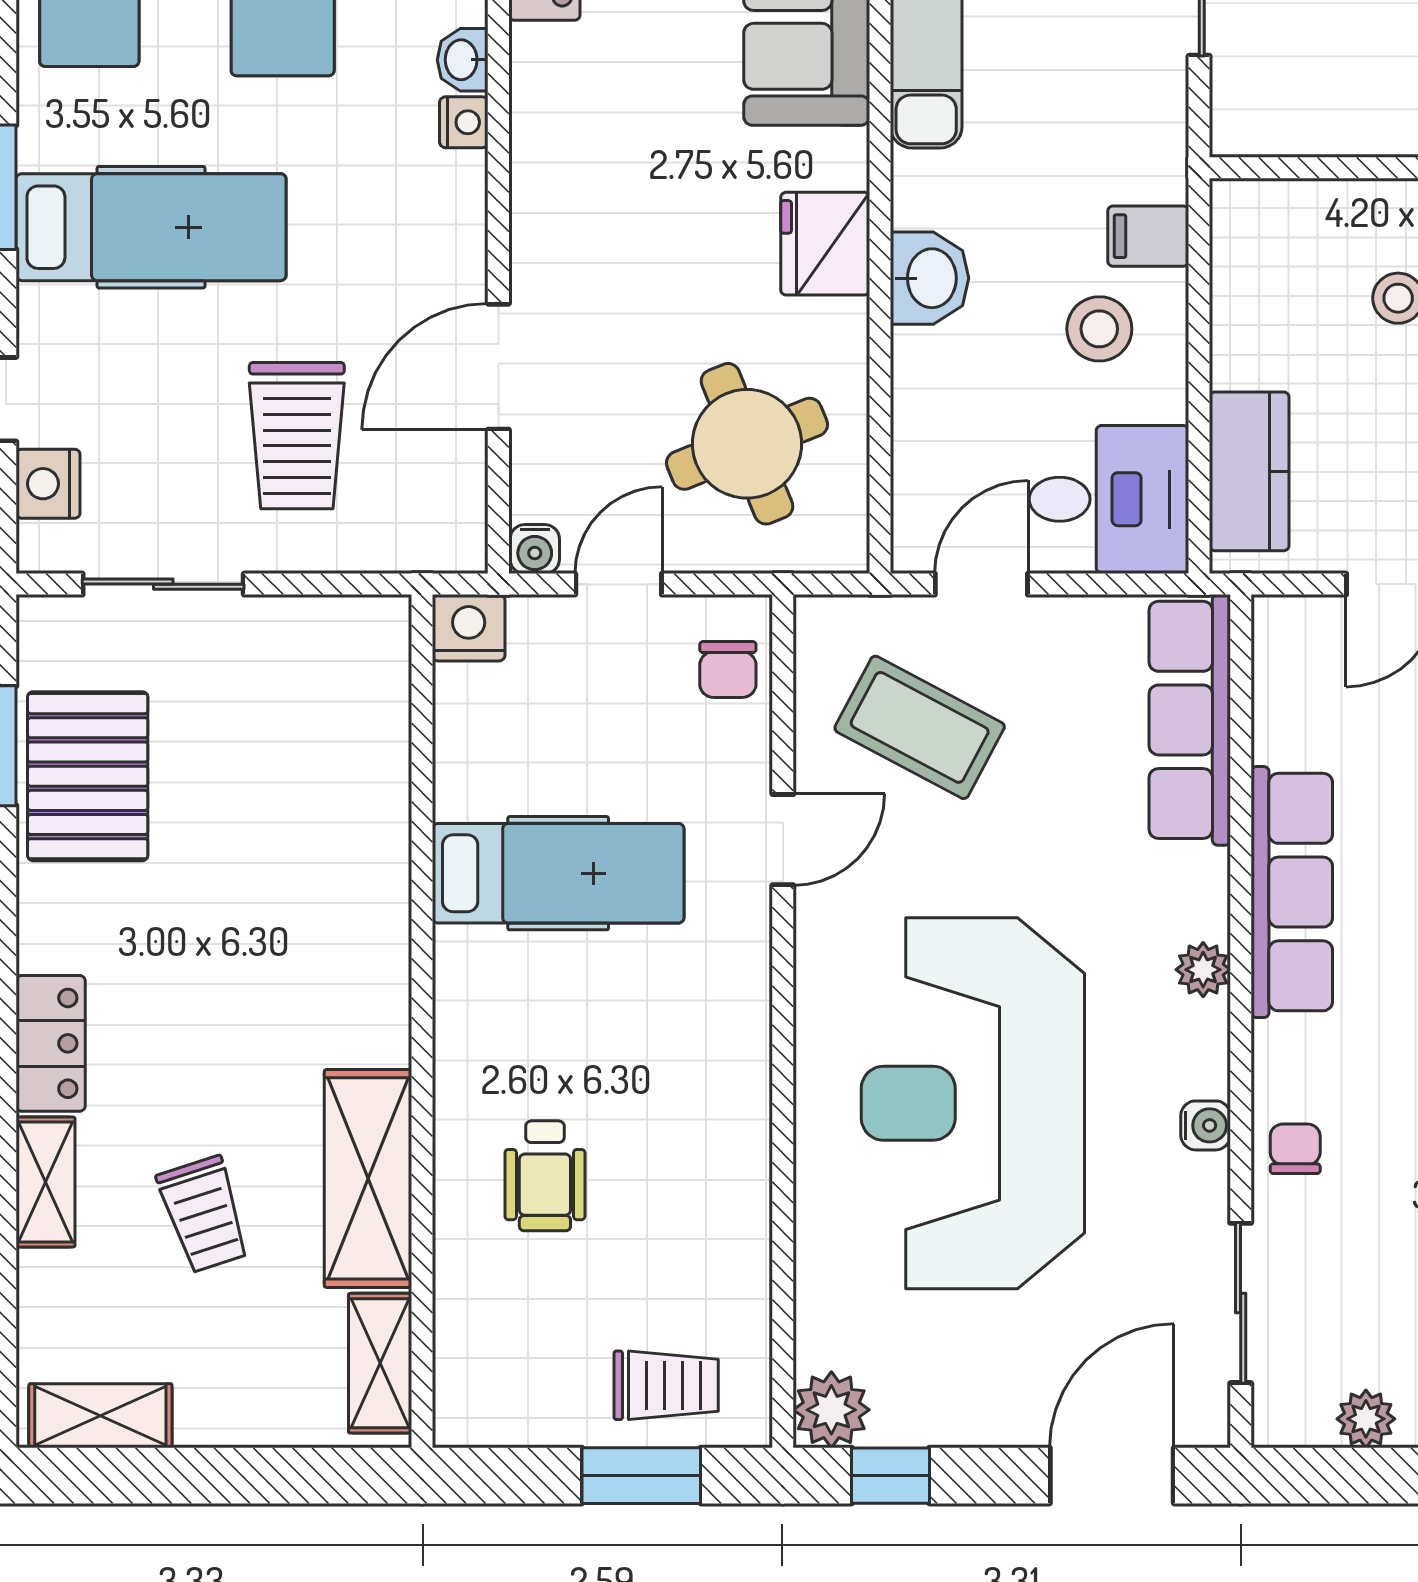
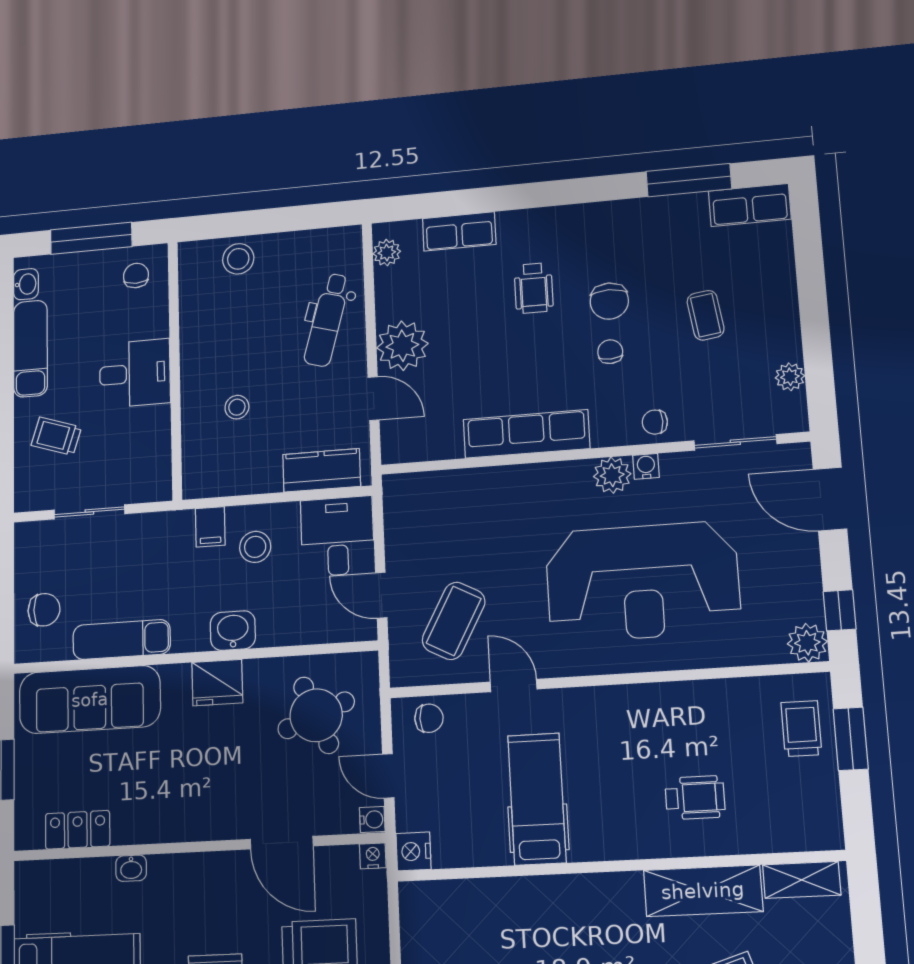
nightstand: (464, 122) -> (373, 856), moved
row of seats: (1190, 720) -> (444, 489), removed
plant: (1203, 970) -> (612, 475), moved, width x1.38, depth x1.38

